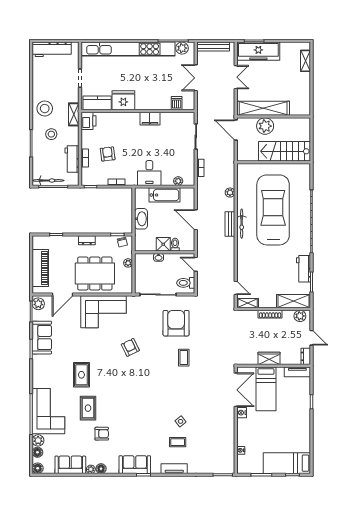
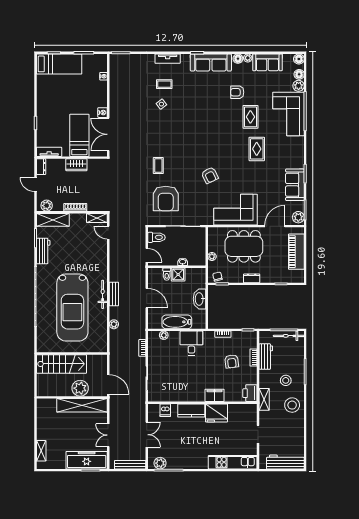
kitchen unit: (128, 49) -> (233, 462), width x0.54
kitchen counter: (97, 103) -> (191, 411), moved
filing cabinet: (150, 119) -> (215, 395), moved
sofa: (135, 465) -> (211, 62), width x1.36

